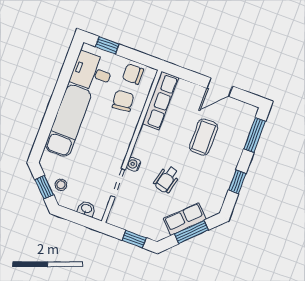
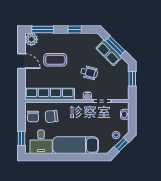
row of seats: (160, 101) -> (50, 94), width x1.36
plant: (246, 113) -> (31, 39), added

